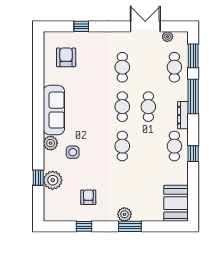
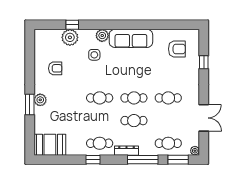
plant: (167, 37) -> (195, 151), moved
window: (84, 226) -> (30, 65), removed

